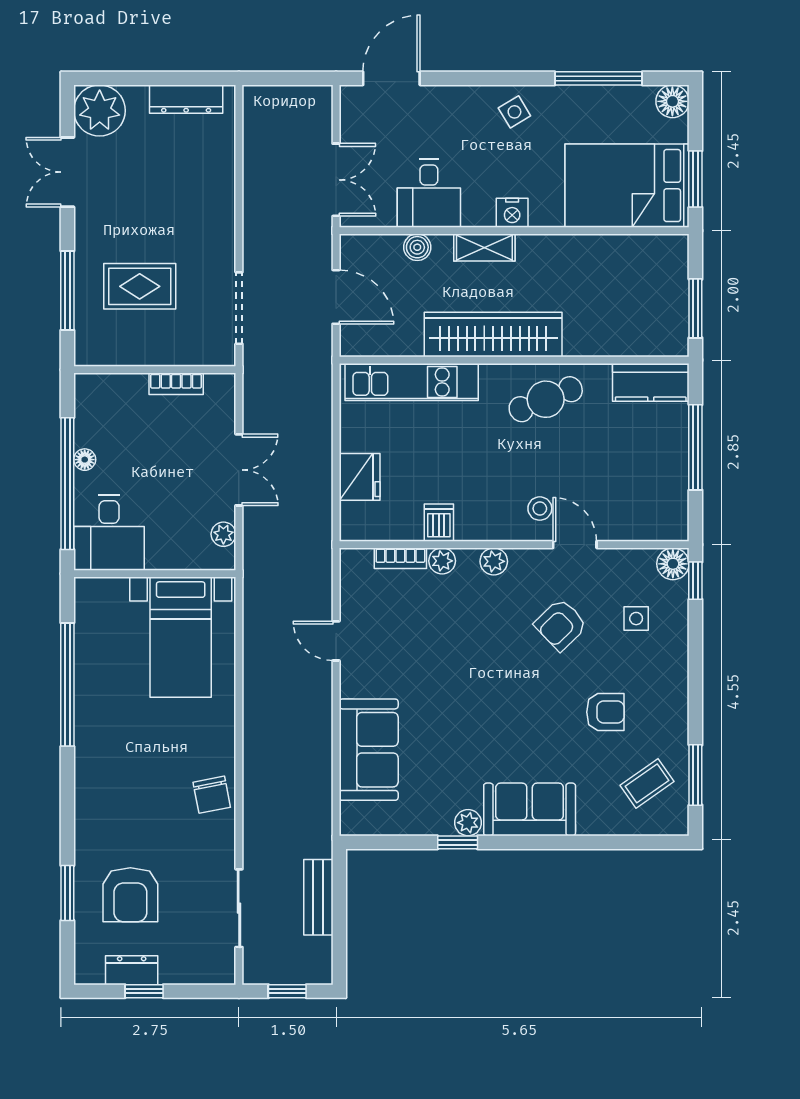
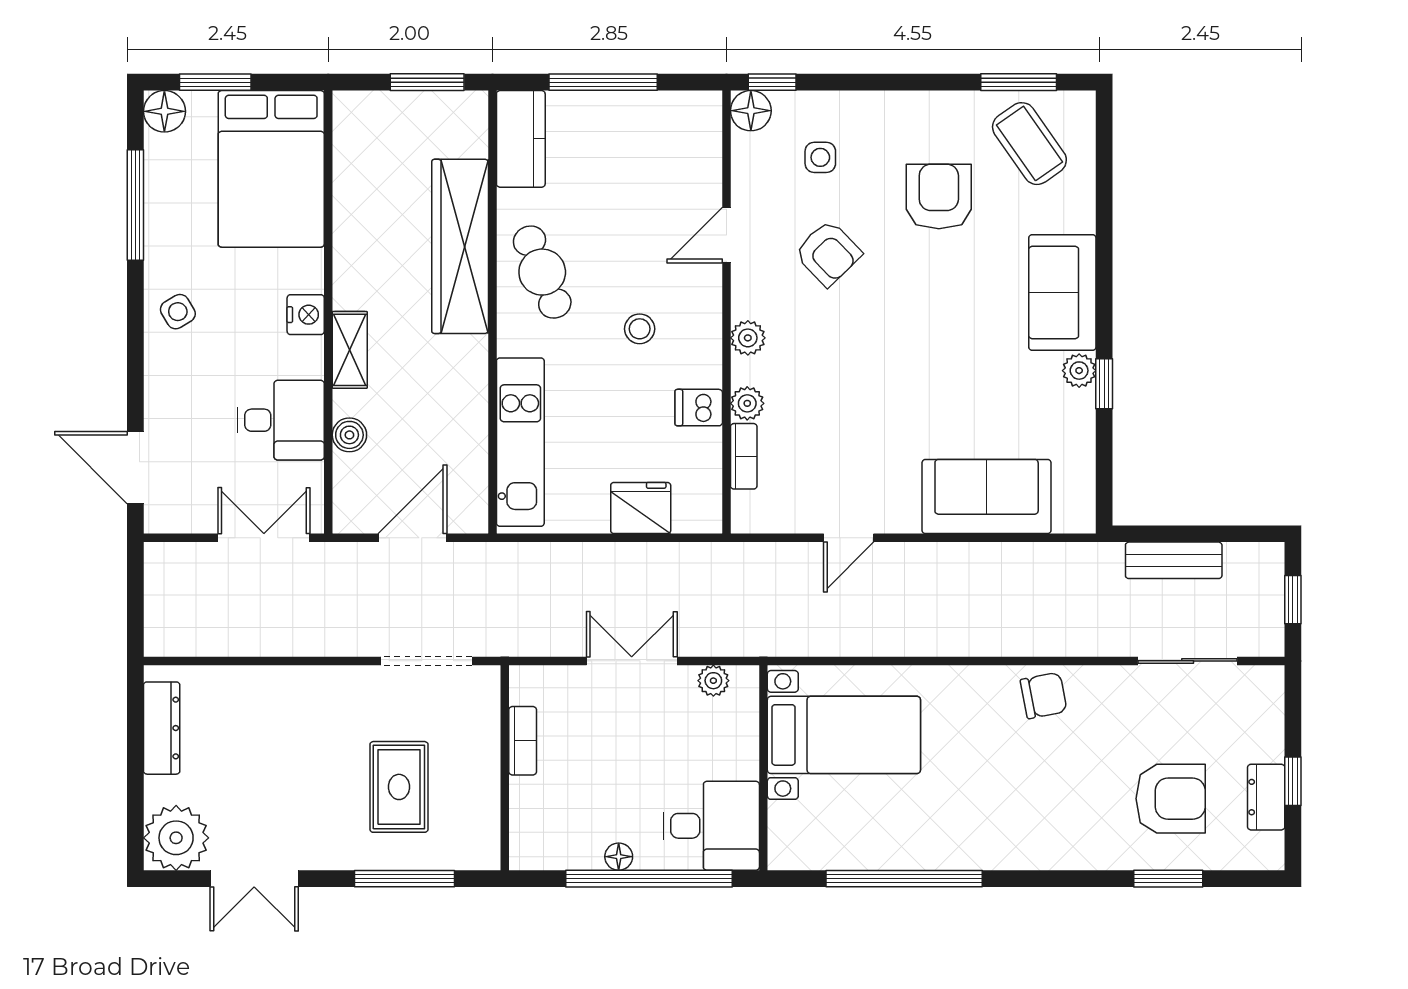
window: (695, 179) -> (215, 82), moved
wardrobe: (493, 335) -> (460, 246), moved
stool: (540, 509) -> (640, 329), moved
armchair: (605, 712) -> (939, 196), width x1.38, depth x1.38
coffee table: (647, 783) -> (1029, 144), width x1.36, depth x1.30

